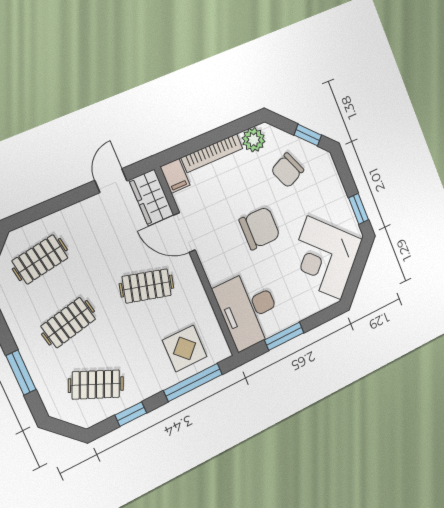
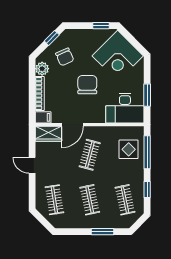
door: (111, 181) -> (32, 165), moved
clothes rail: (96, 385) -> (125, 200), turned -36

